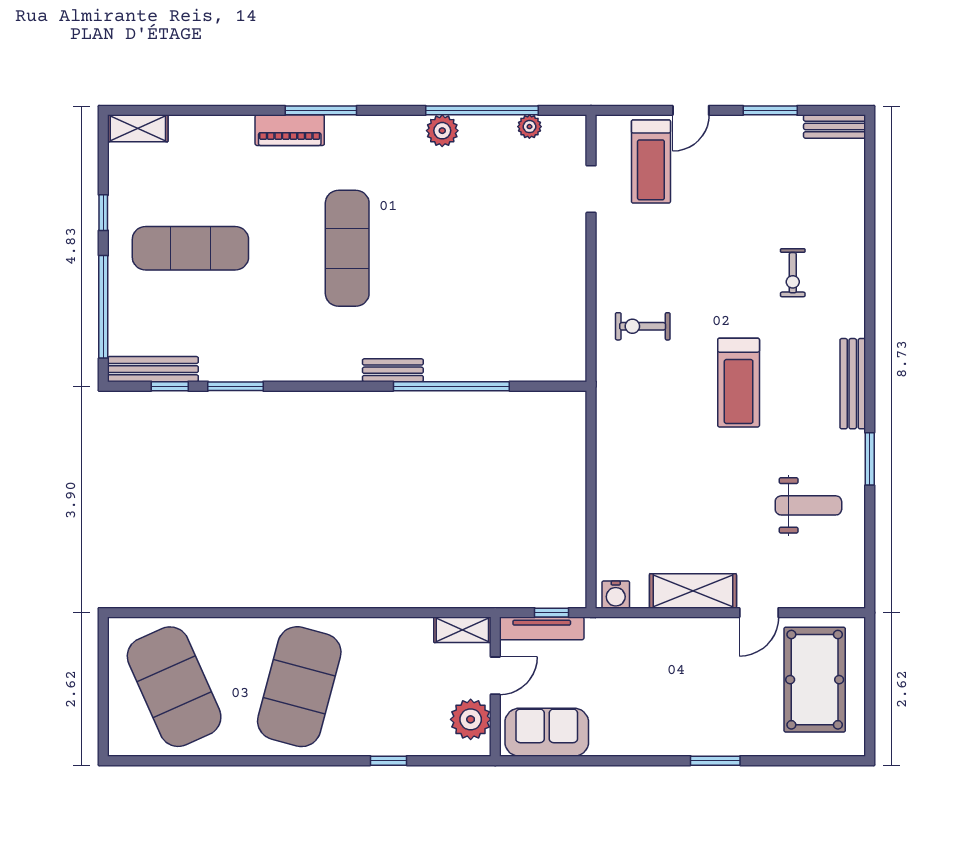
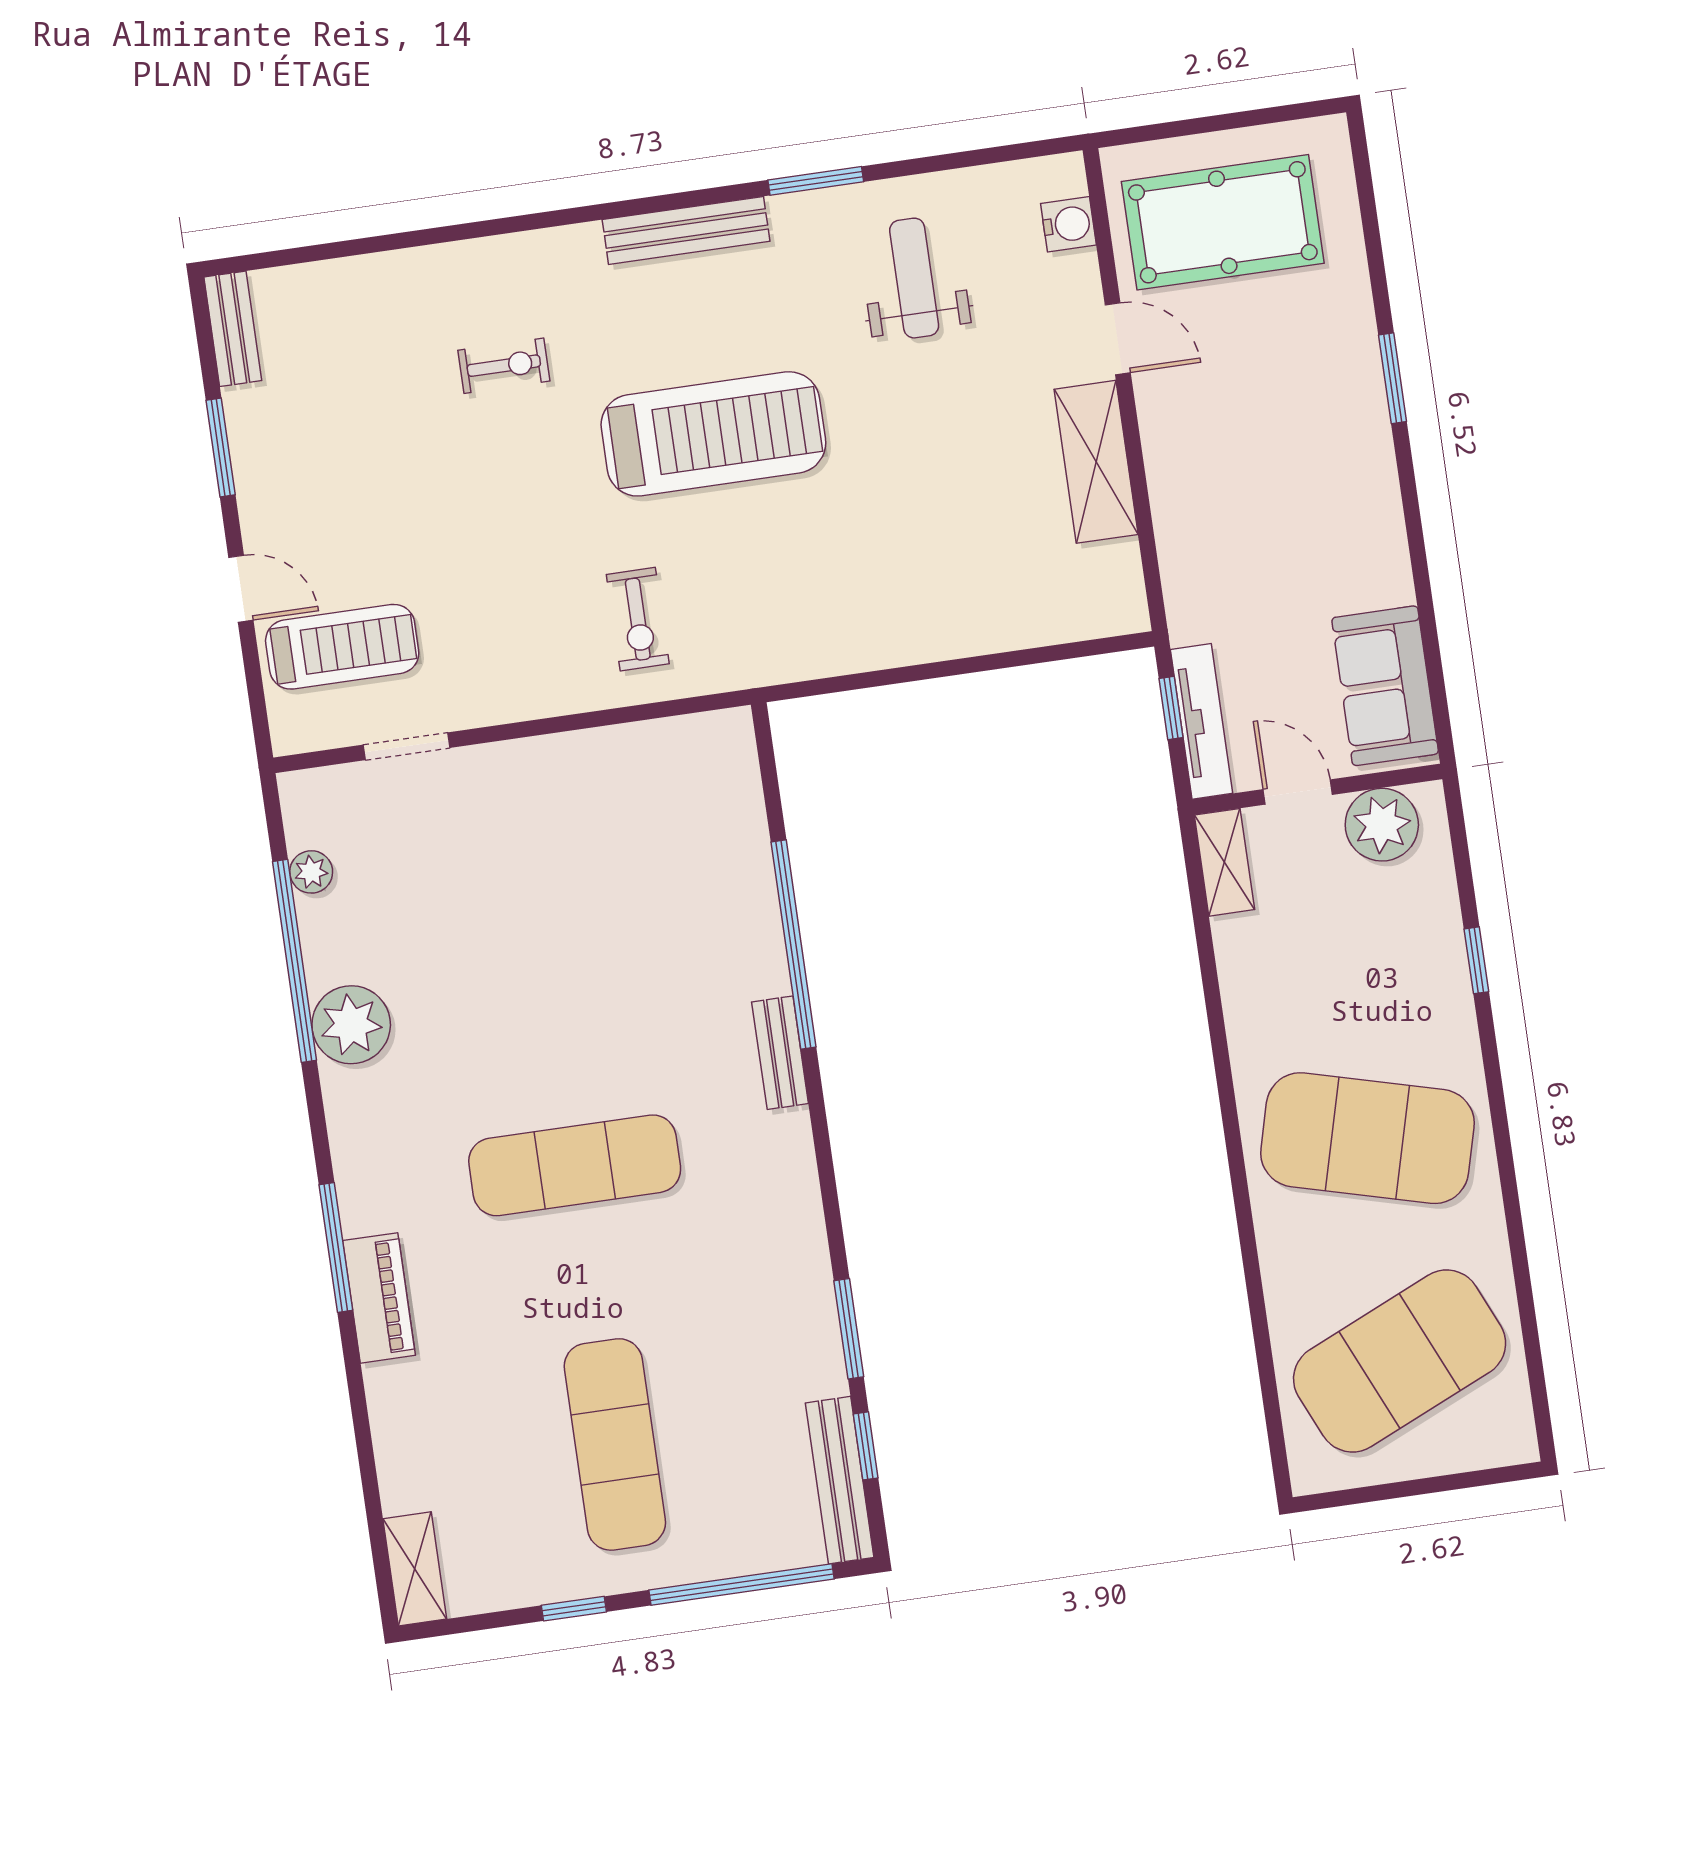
plant: (442, 131) -> (351, 1025), width x1.36, depth x1.36
treadmill: (739, 383) -> (713, 434), width x1.37, depth x1.38
water cooler: (616, 595) -> (1068, 224), moved

